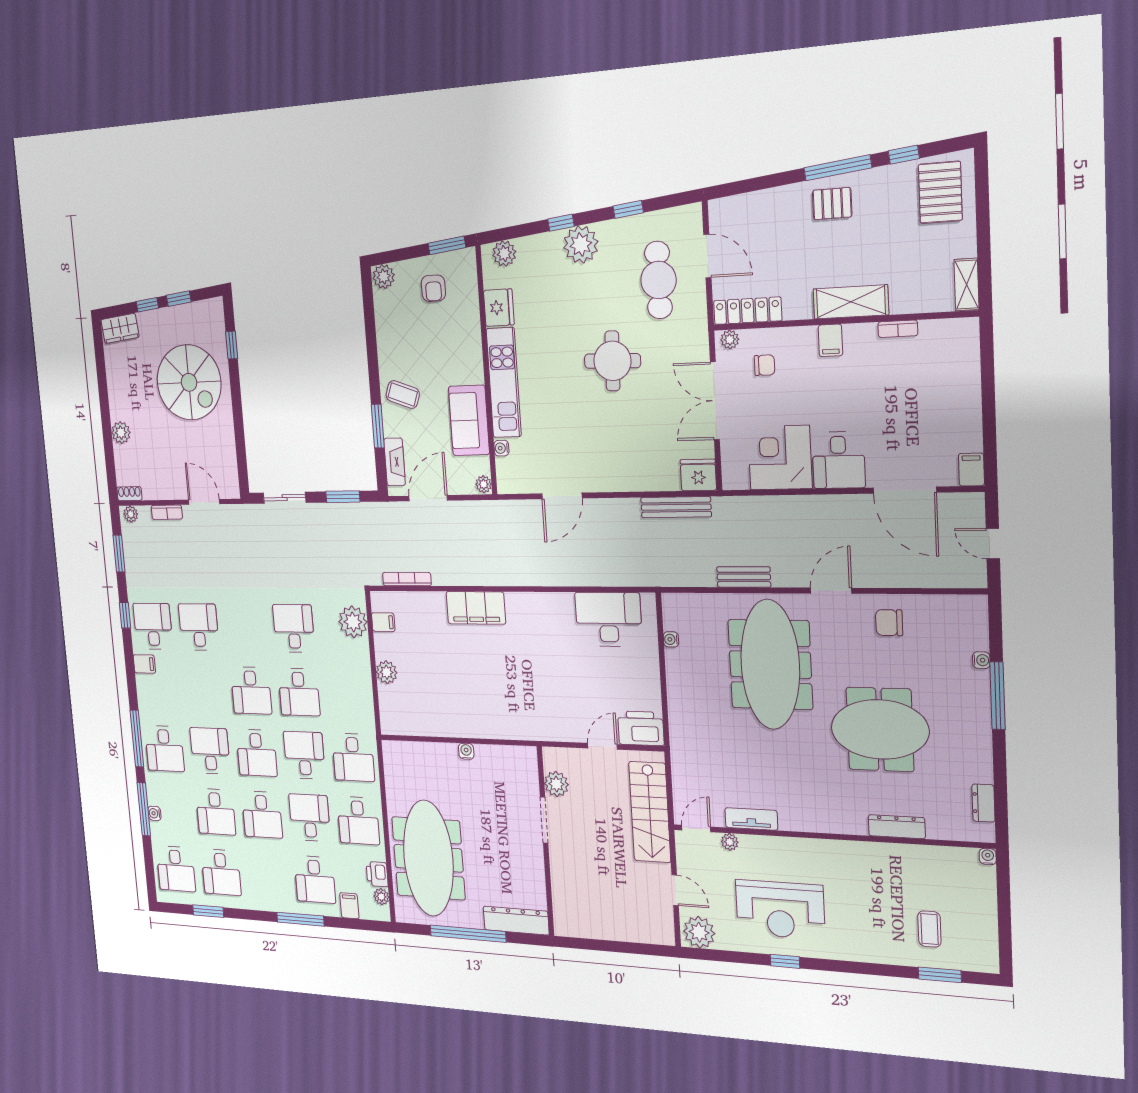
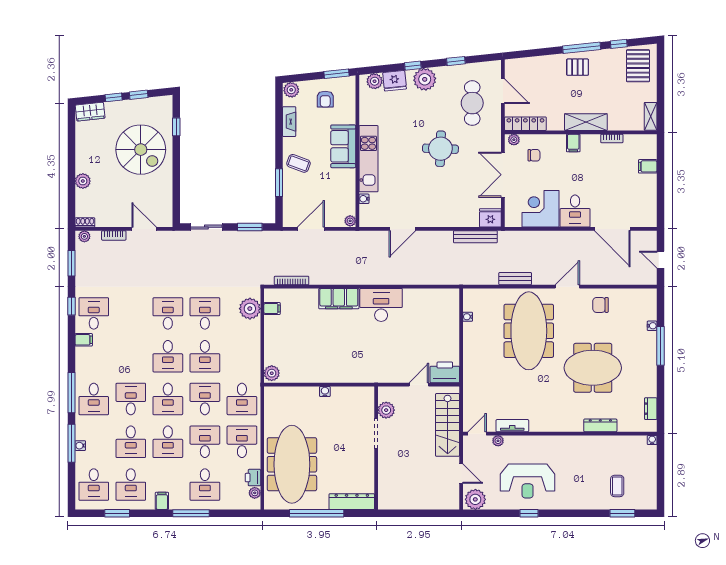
fridge: (499, 308) -> (395, 81), moved, turned 84
sofa: (469, 420) -> (343, 146), moved
fireplace: (395, 462) -> (289, 122), moved
filing cabinet: (971, 470) -> (648, 166), moved, turned -90
desk: (609, 619) -> (381, 305), moved
desk: (199, 627) -> (168, 313), moved
plant: (387, 672) -> (272, 373), moved
desk: (358, 821) -> (242, 442), turned 180
filing cabinet: (349, 906) -> (162, 501), moved

